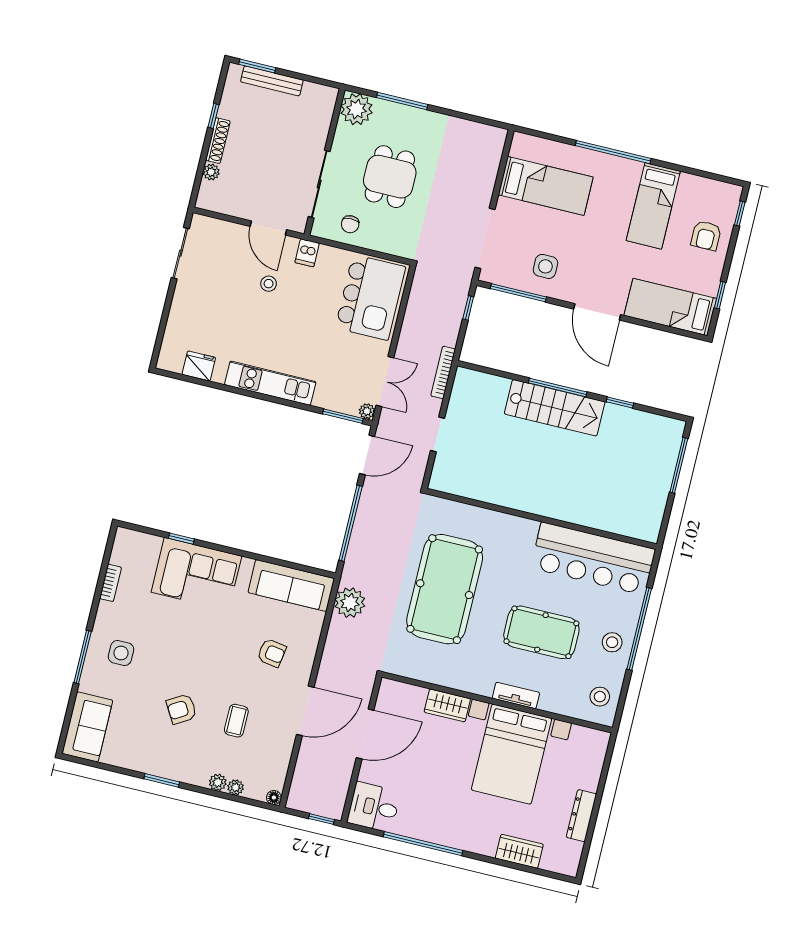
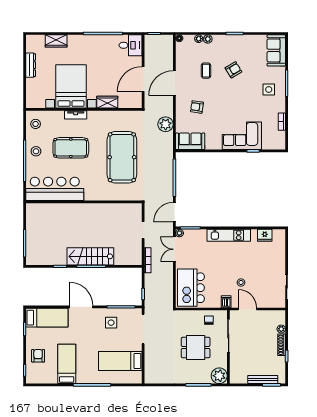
dining table: (390, 177) -> (196, 347), turned 90
sofa: (291, 586) -> (190, 141), width x0.73
plant: (350, 603) -> (166, 124), moved

